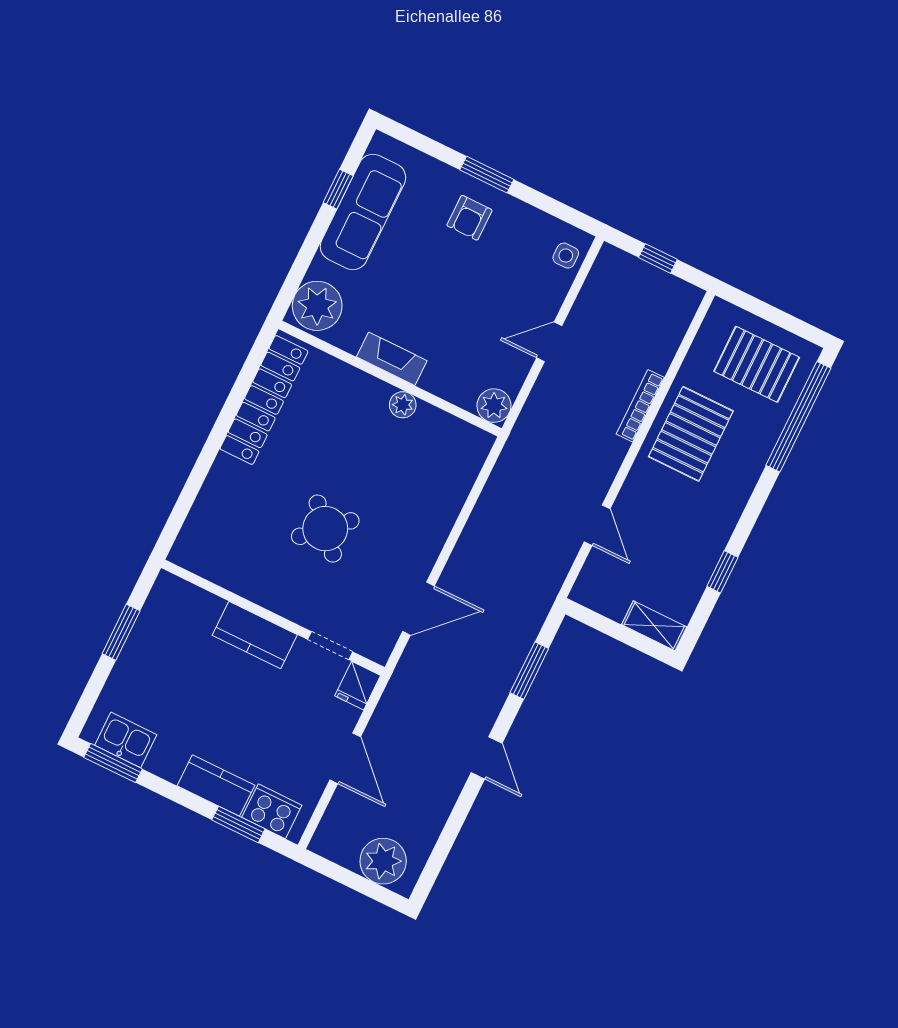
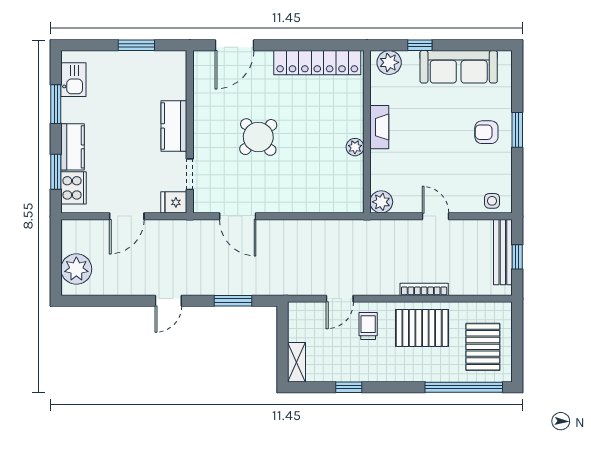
window: (338, 189) -> (420, 45), moved
bench: (642, 275) -> (503, 252), added
plant: (317, 306) -> (389, 62), width x0.73, depth x0.73
door: (186, 500) -> (234, 45), added
trolley: (653, 505) -> (368, 326), added
window: (113, 763) -> (56, 104), moved

